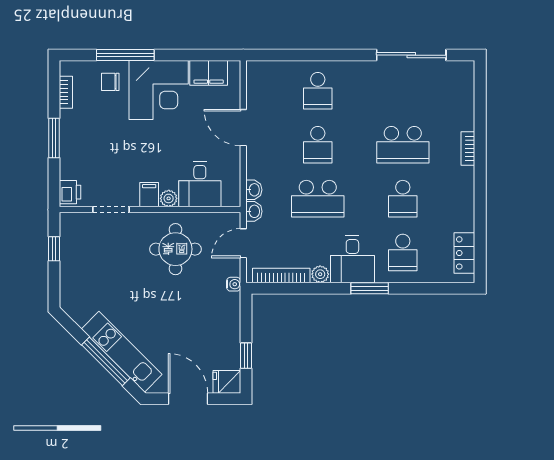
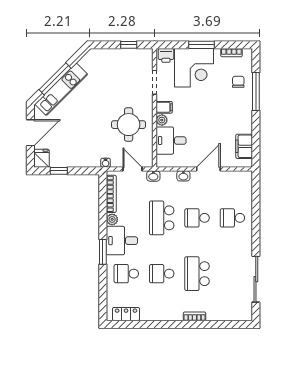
corner desk: (159, 90) -> (194, 68), moved, turned -90
washbasin: (254, 190) -> (183, 176), moved

